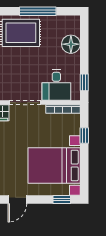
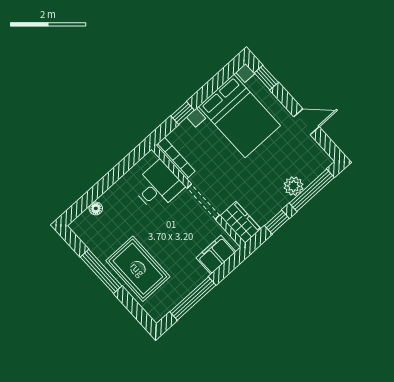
floor lamp: (71, 44) -> (96, 208), width x0.53, depth x0.53
window: (84, 82) -> (130, 161), removed

